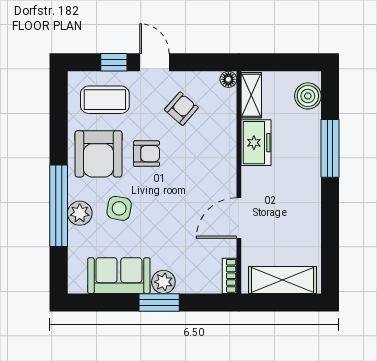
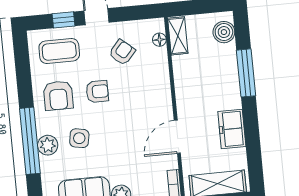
floor lamp: (228, 79) -> (159, 40), moved
freezer: (256, 143) -> (232, 129), moved, turned 180
armchair: (98, 154) -> (58, 95), width x0.73, depth x0.73

